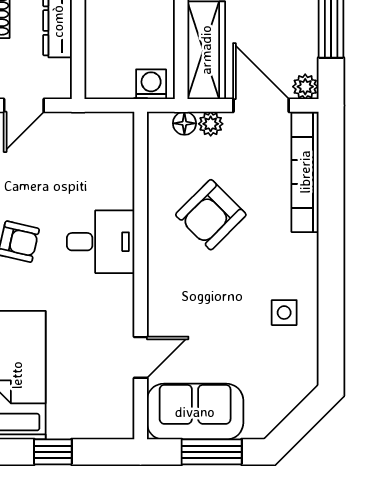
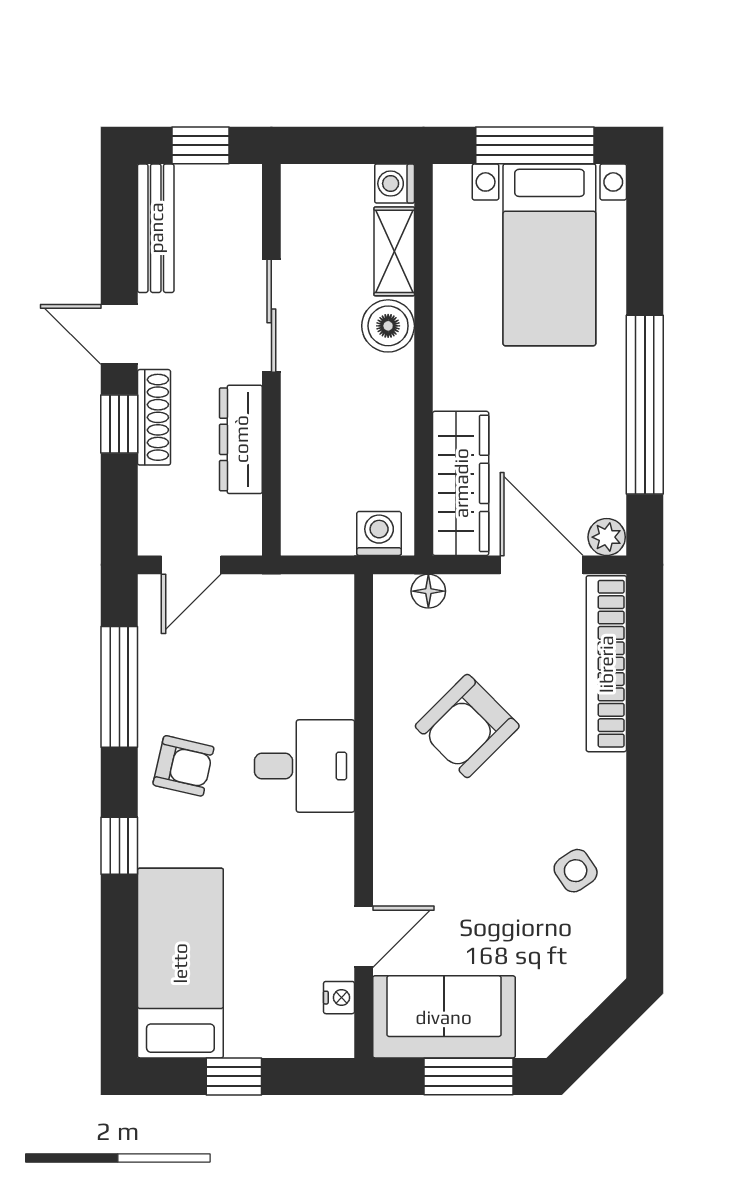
plant: (211, 124) -> (467, 592), removed
side table: (284, 313) -> (576, 871), turned -34
nightstand: (124, 398) -> (339, 998), added

